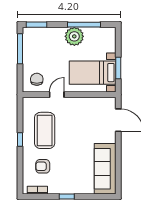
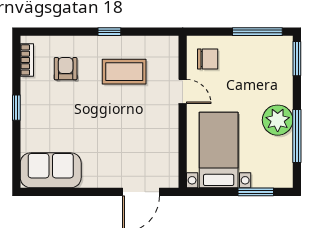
window: (118, 68) -> (256, 192), moved
coffee table: (45, 130) -> (124, 72), width x0.73, depth x0.76
sofa: (105, 169) -> (51, 170), width x0.73

